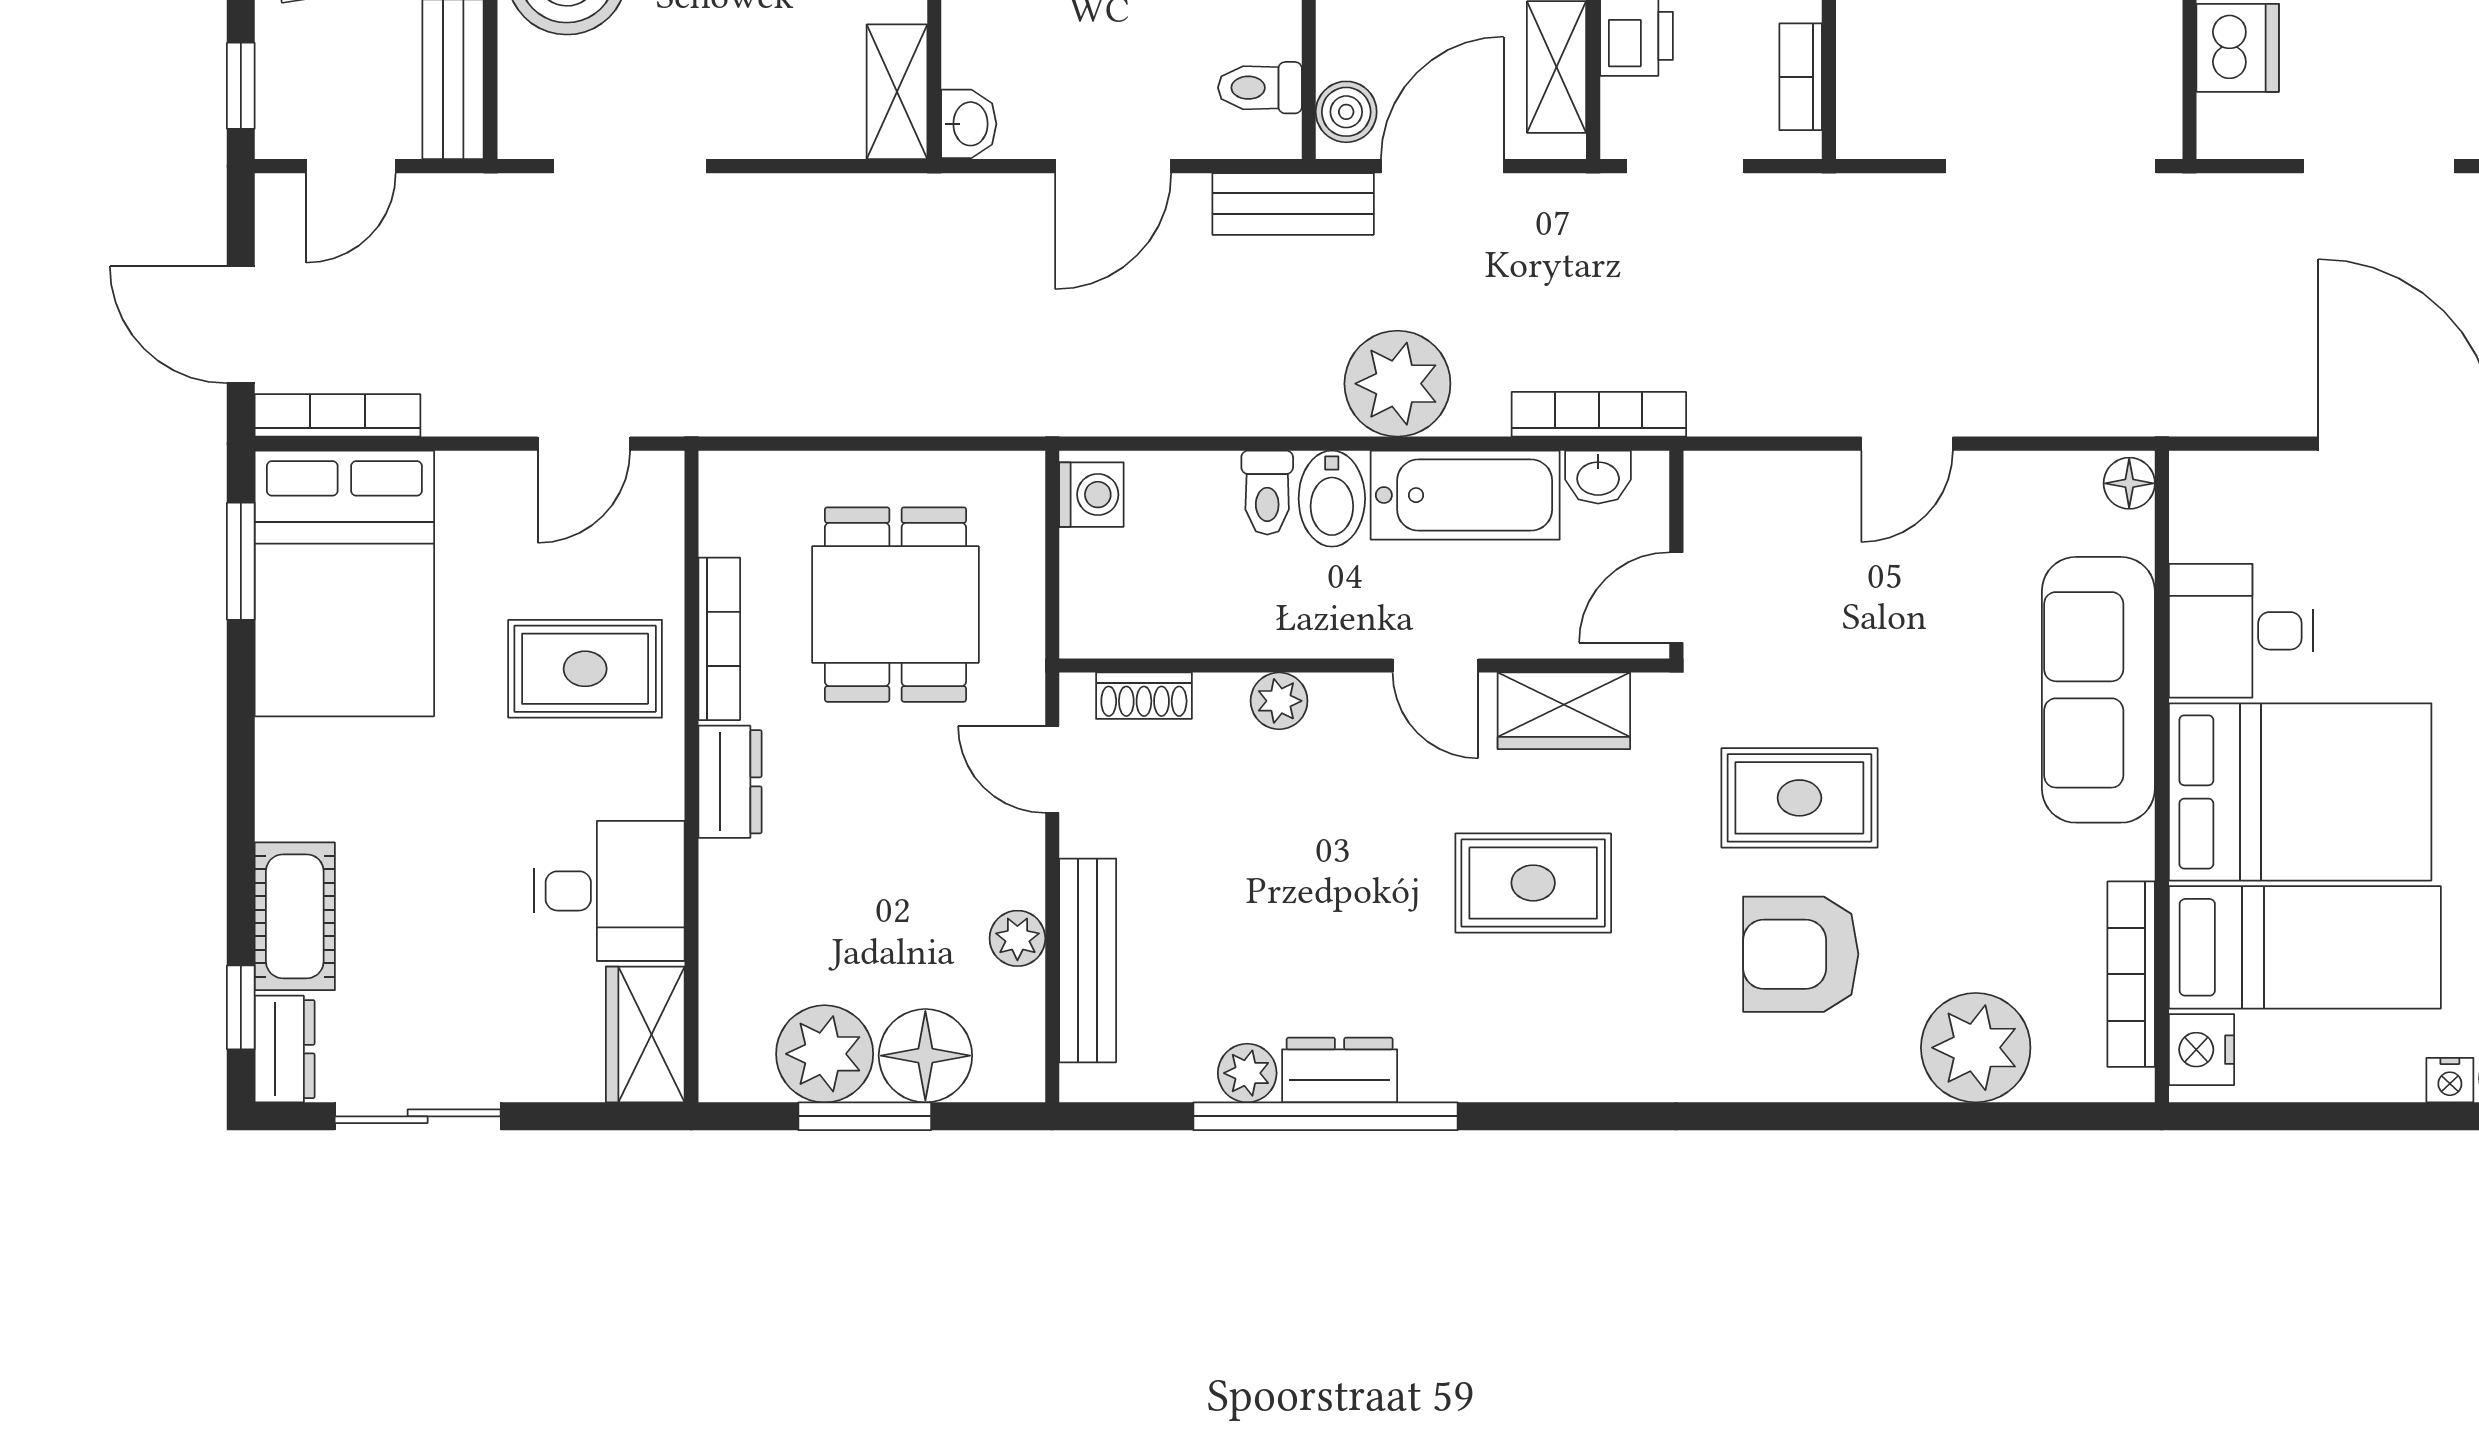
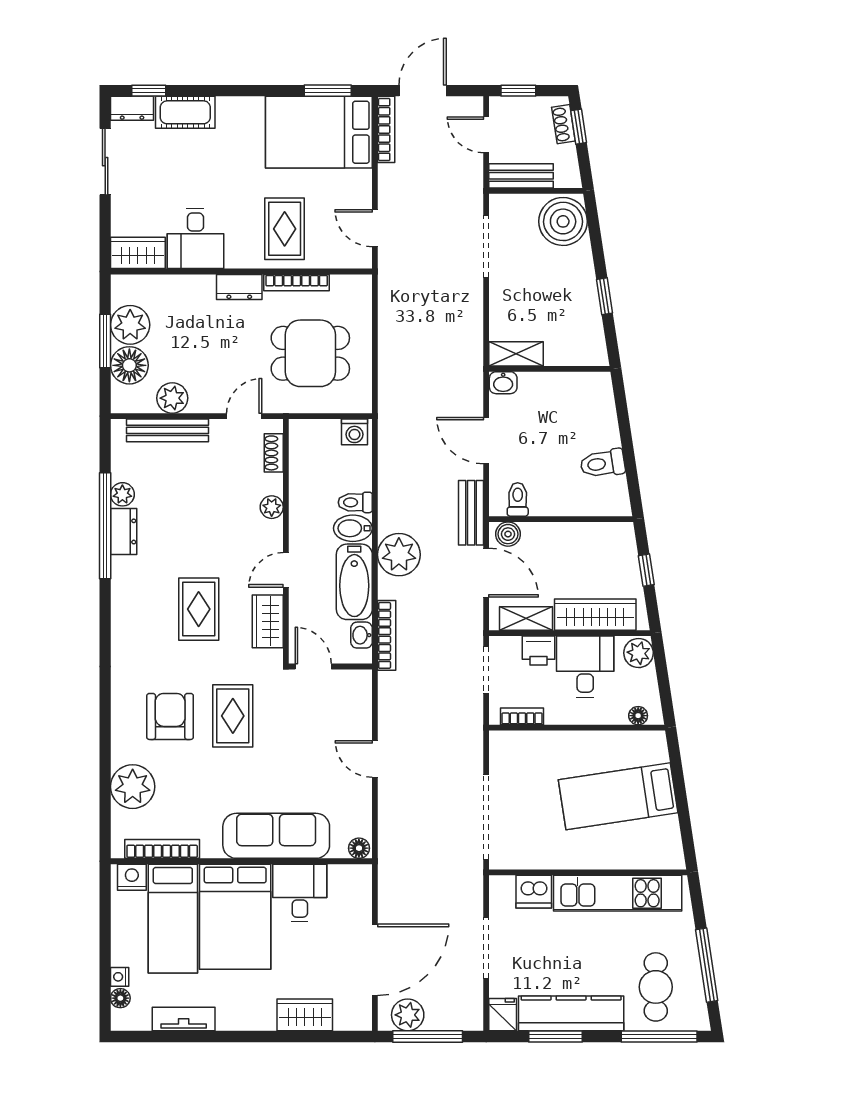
plant: (1017, 938) -> (172, 398), width x1.38, depth x1.38

